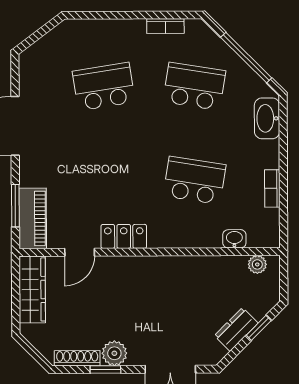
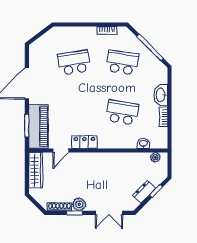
washbasin: (267, 118) -> (161, 95), moved
piano: (33, 218) -> (38, 126), width x1.37, depth x1.33

